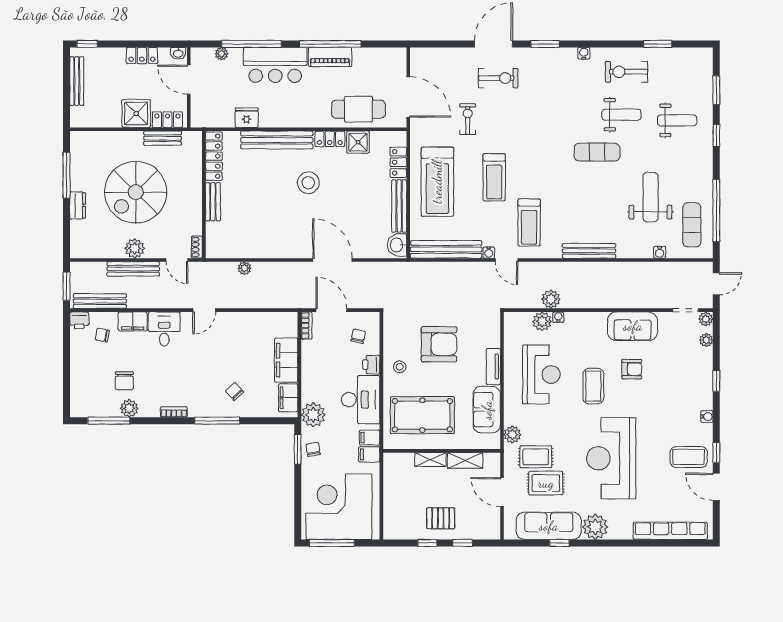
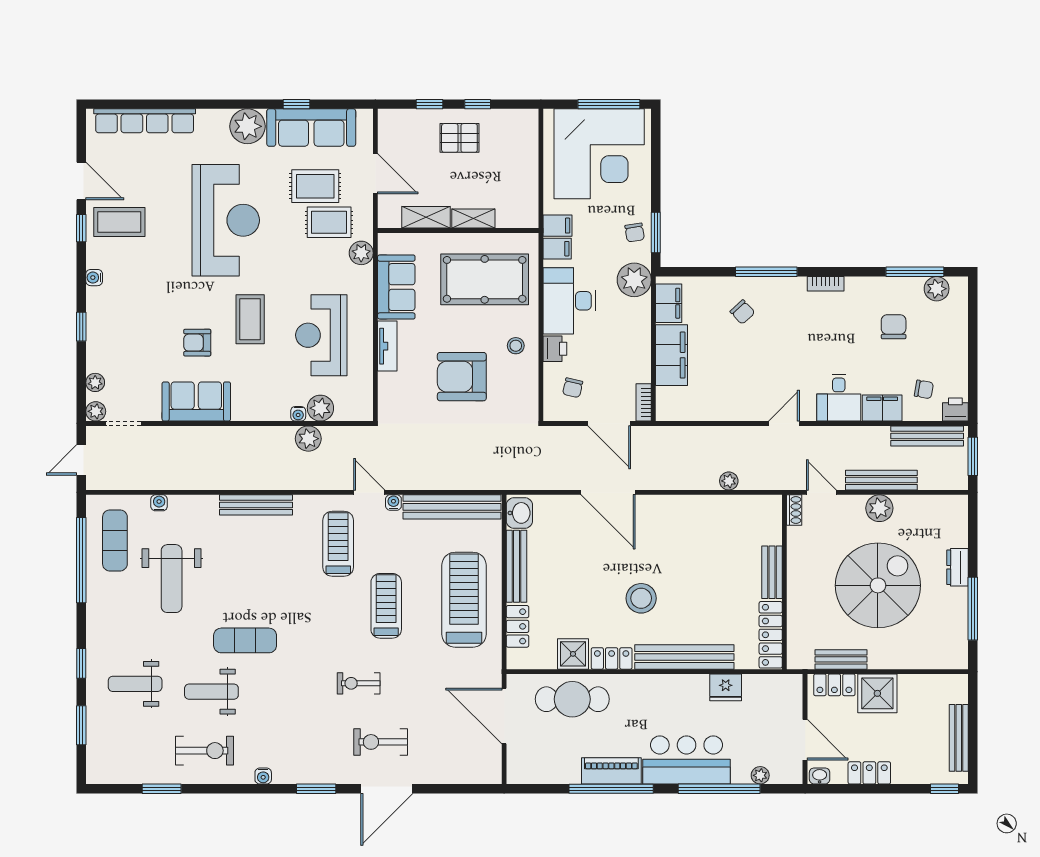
exercise bike: (468, 119) -> (359, 683), moved, turned 90
plant: (129, 408) -> (937, 289), moved

